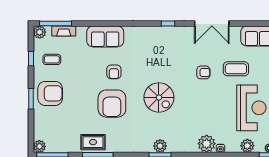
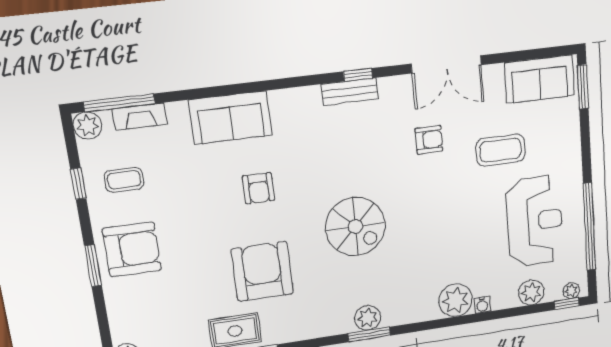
bench: (163, 31) -> (350, 92), added
armchair: (203, 72) -> (429, 140), moved
armchair: (112, 104) -> (262, 271), moved, turned 180

